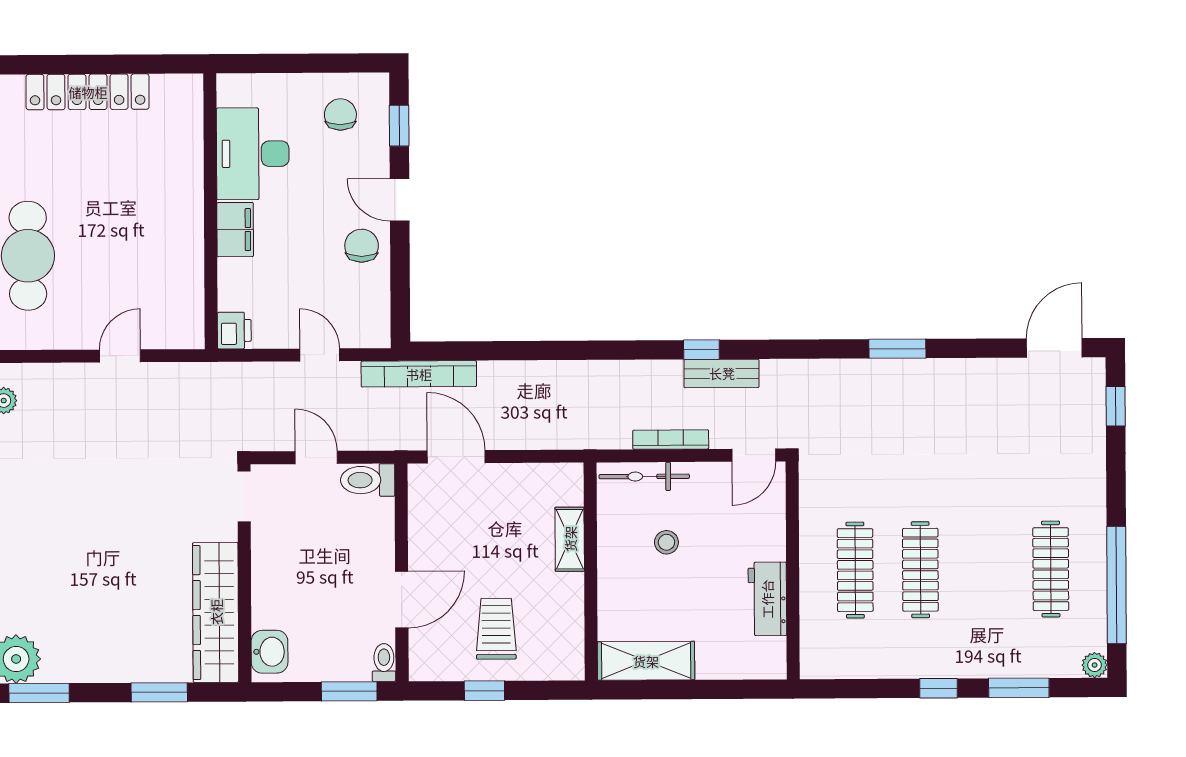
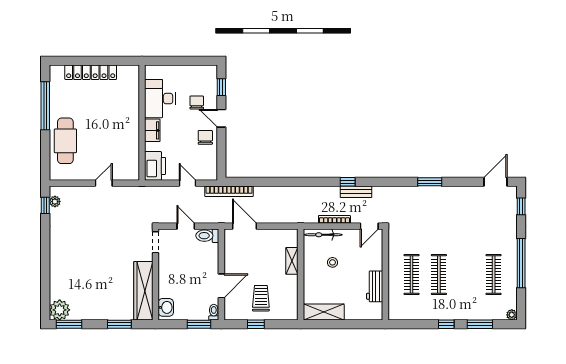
chair: (340, 115) -> (197, 103), moved
printer: (234, 331) -> (155, 166), width x1.87, depth x1.48
window: (1117, 585) -> (521, 263), moved

